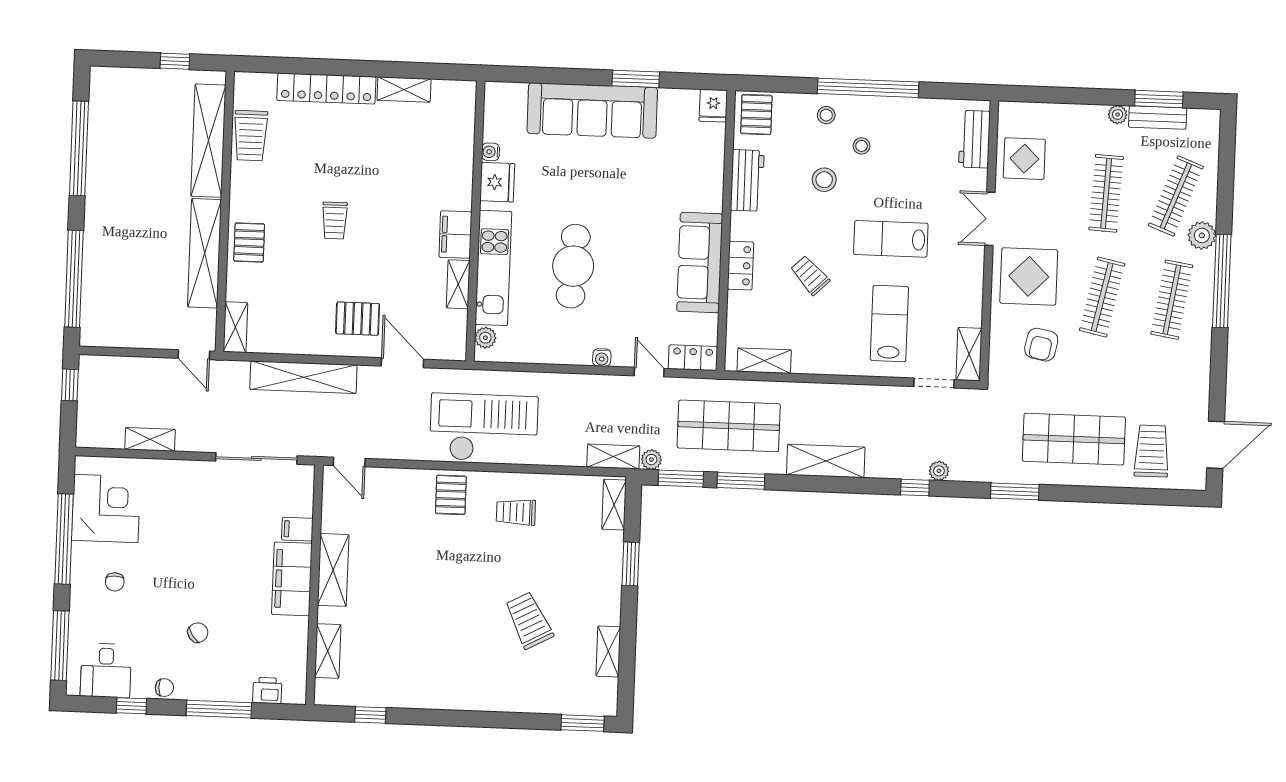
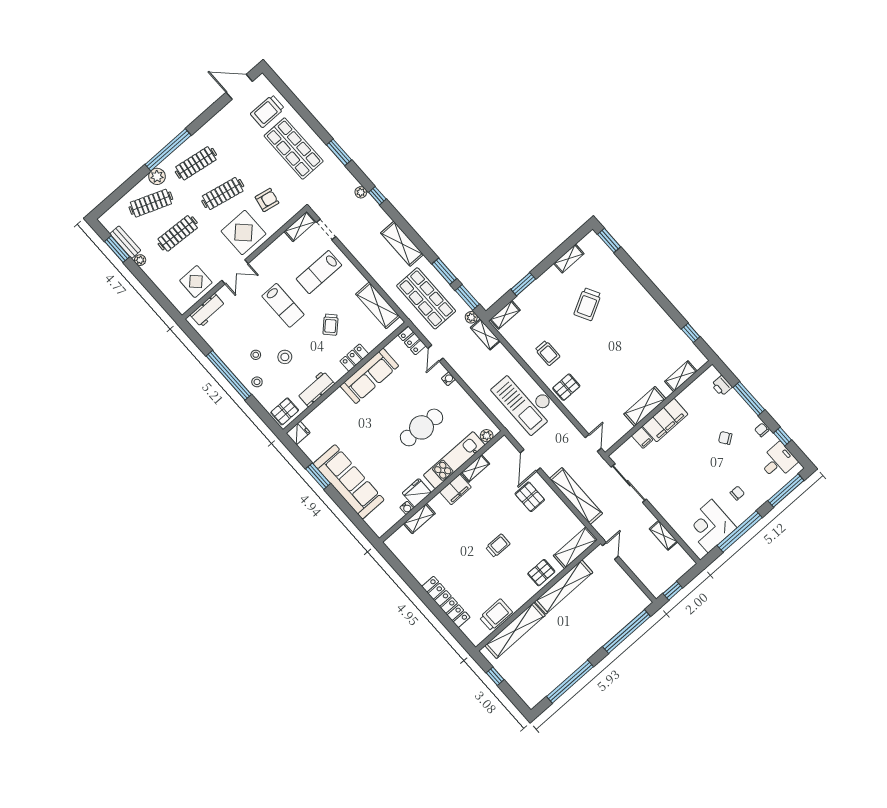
shelving: (404, 90) -> (419, 519), moved, turned 90
shelving: (235, 327) -> (575, 548), width x1.50, depth x1.33
shelving: (764, 361) -> (378, 305), width x1.50, depth x1.33

